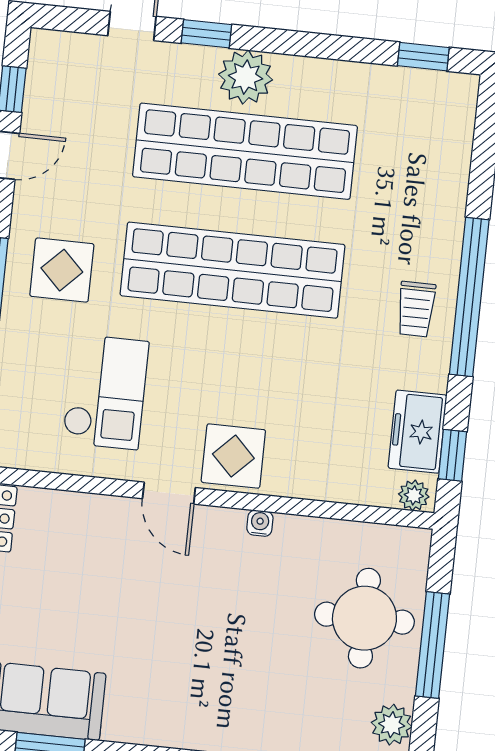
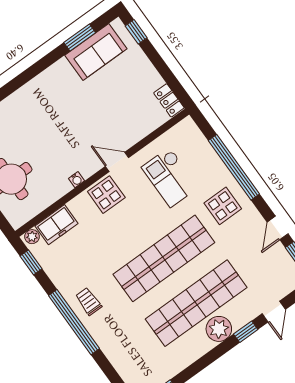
freezer: (418, 432) -> (56, 225), moved, turned 90

